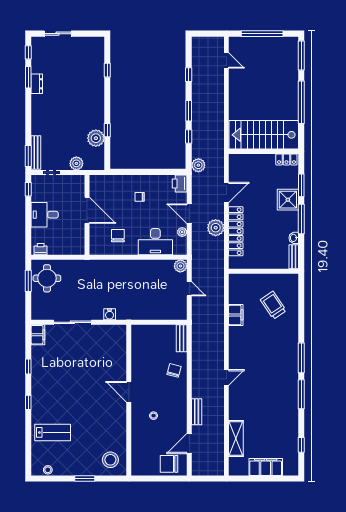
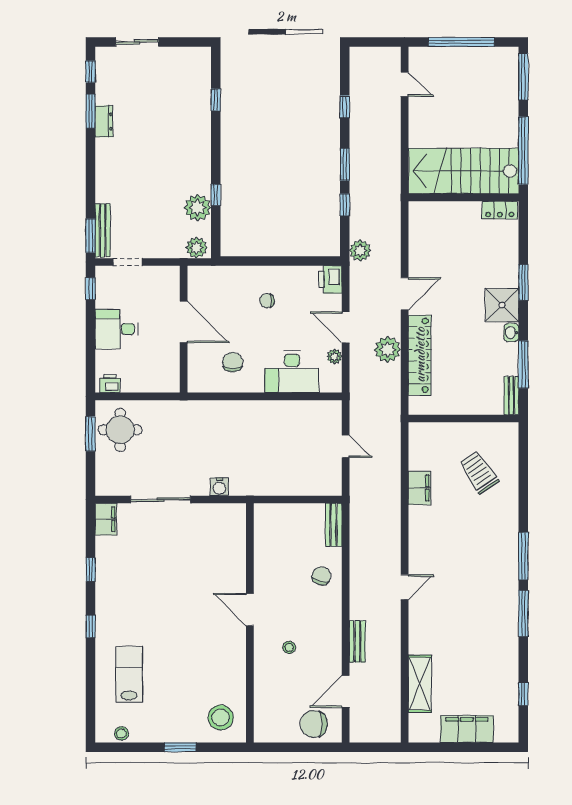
stairs: (264, 135) -> (464, 171), moved
wall: (264, 152) -> (463, 198), moved
locker: (286, 159) -> (500, 210), moved
plant: (76, 163) -> (196, 248), moved
window: (301, 219) -> (523, 365), moved
washbasin: (294, 238) -> (511, 333), moved
plant: (180, 266) -> (332, 410), removed
lab bench: (53, 432) -> (129, 674), turned -90

